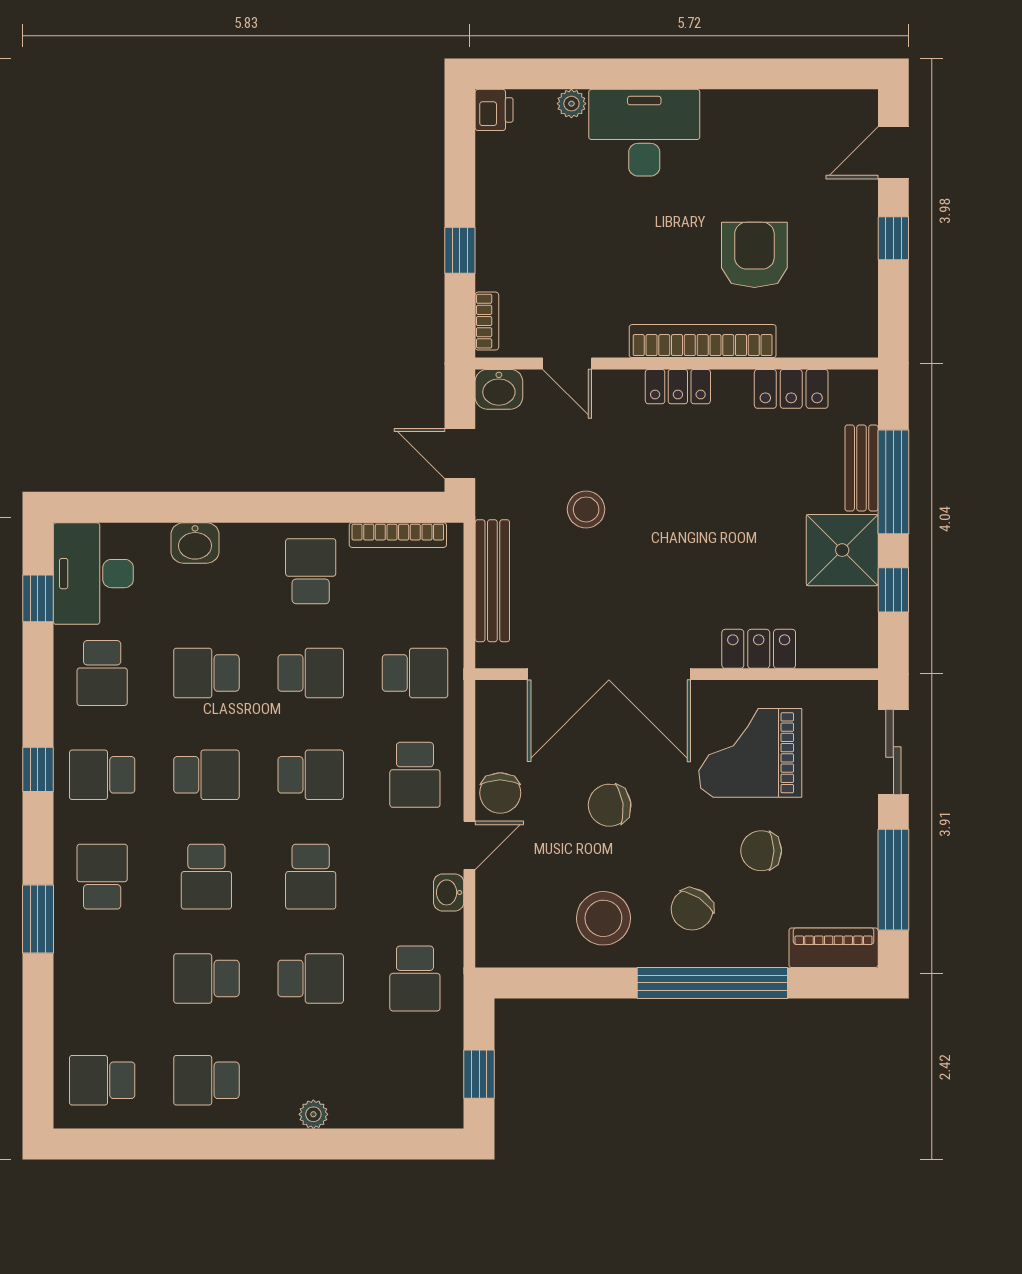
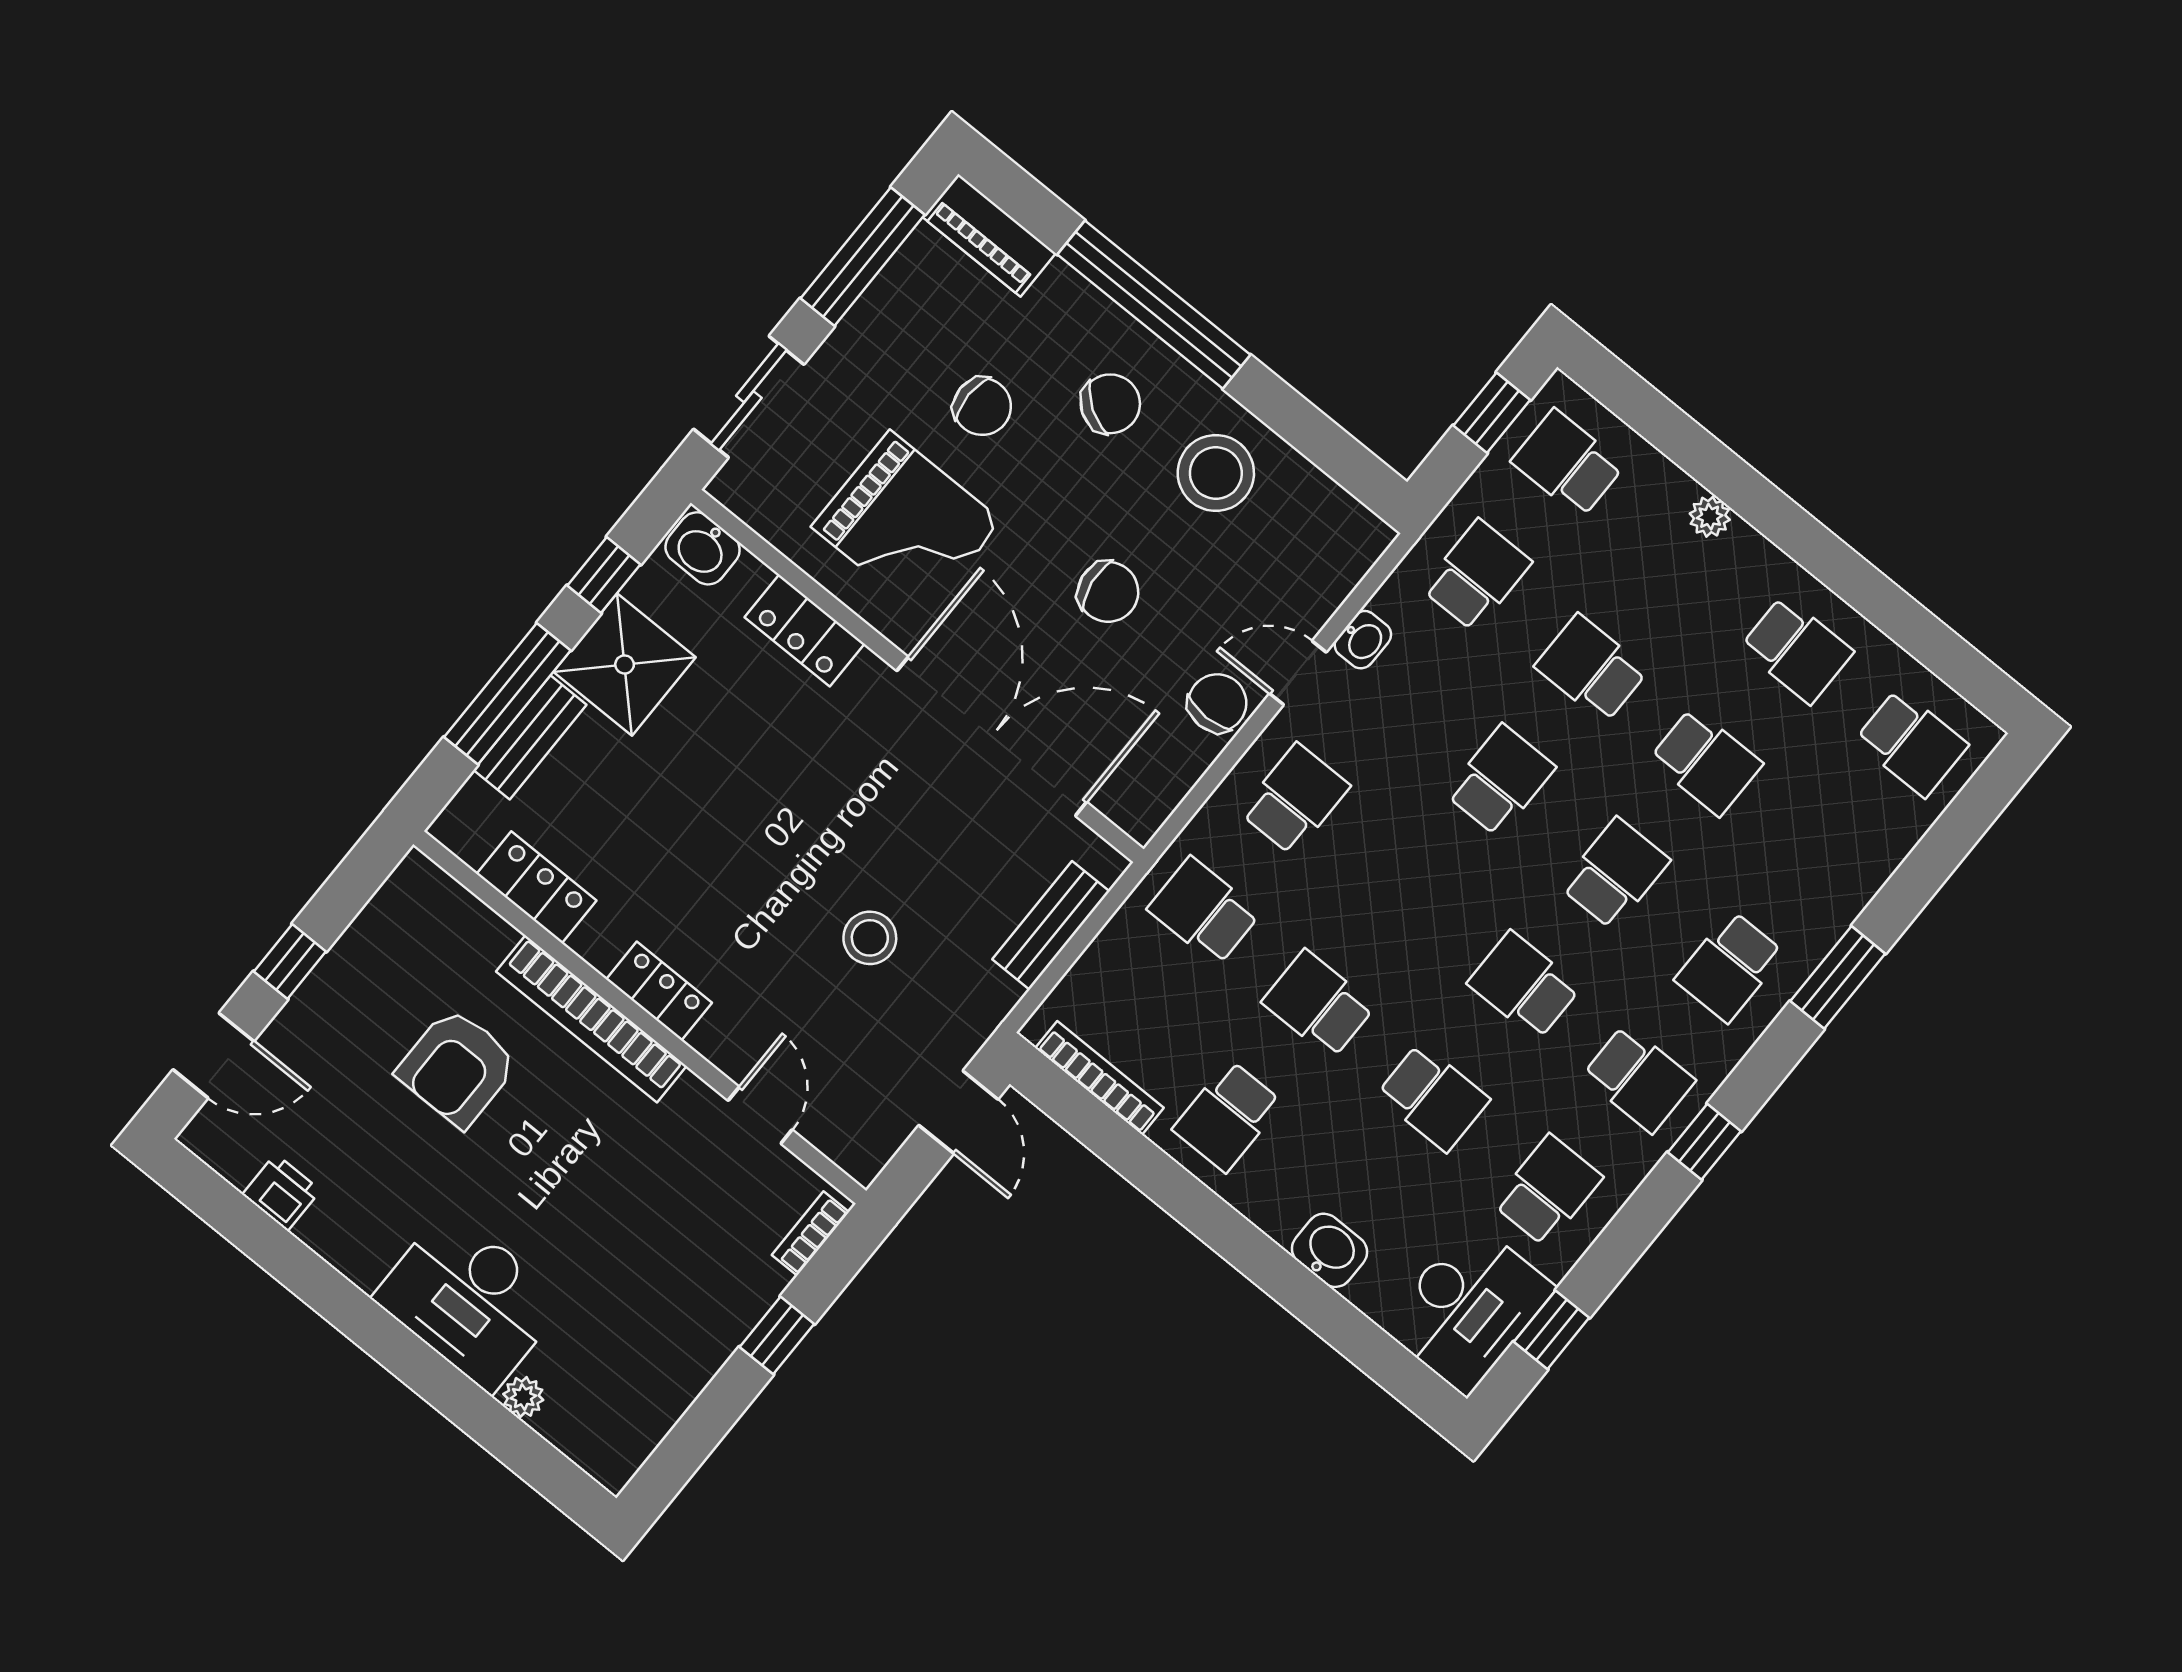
printer: (494, 110) -> (281, 1192), moved, turned 90
washbasin: (499, 389) -> (703, 548), moved, turned 180
bench: (492, 581) -> (1051, 925), width x0.73
school desk: (311, 775) -> (1568, 463), moved

